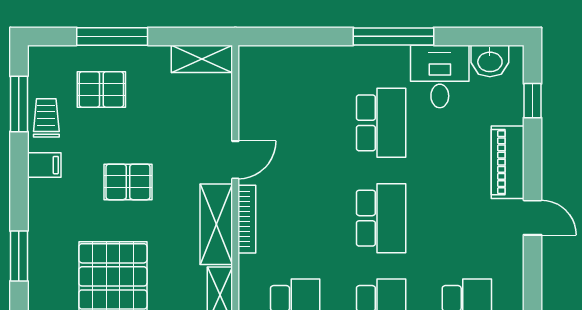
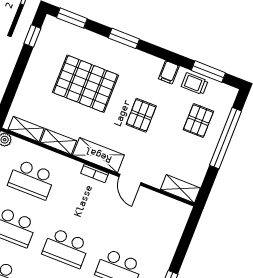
window: (112, 36) -> (226, 138), width x1.46
shelving: (202, 59) -> (180, 189), moved, turned 90
trolley: (46, 118) -> (195, 84), turned 180
bookcase: (247, 219) -> (95, 173), width x0.64

